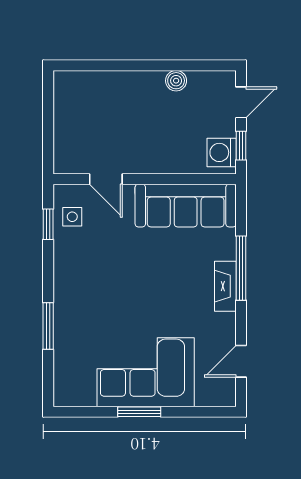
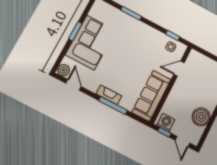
boiler: (176, 81) -> (201, 117), width x1.86, depth x1.86
plant: (223, 394) -> (64, 70), added

